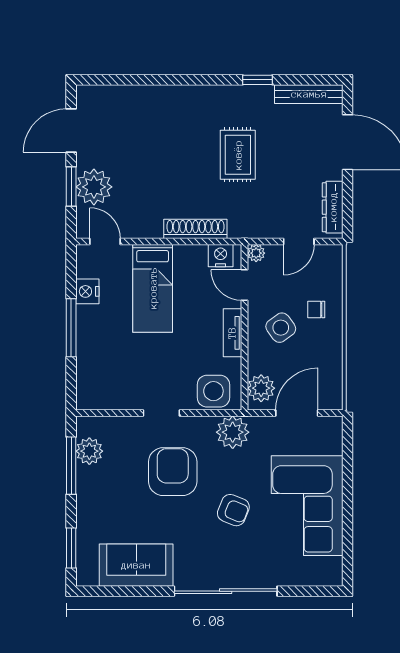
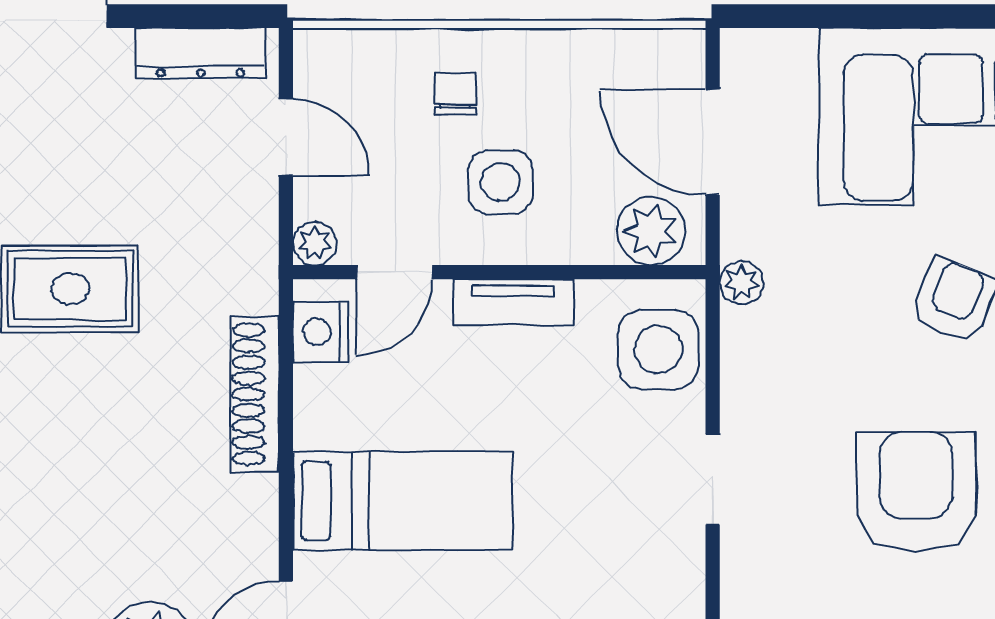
chair: (316, 310) -> (455, 94), turned 180
side table: (281, 328) -> (500, 182), turned 36
plant: (233, 432) -> (741, 283), width x0.53, depth x0.53
armchair: (173, 472) -> (916, 492), moved, turned 90

